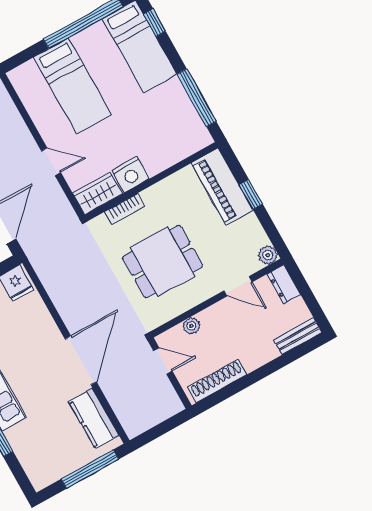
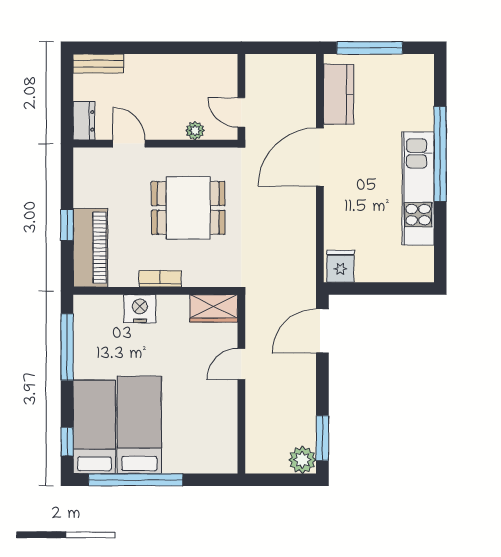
bed: (73, 86) -> (139, 425), moved
door: (51, 162) -> (241, 364), hinge flipped
nightstand: (130, 175) -> (140, 309), moved
bookcase: (125, 209) -> (160, 279), moved
plant: (268, 255) -> (83, 158), removed
shoe rack: (217, 381) -> (200, 64), removed

